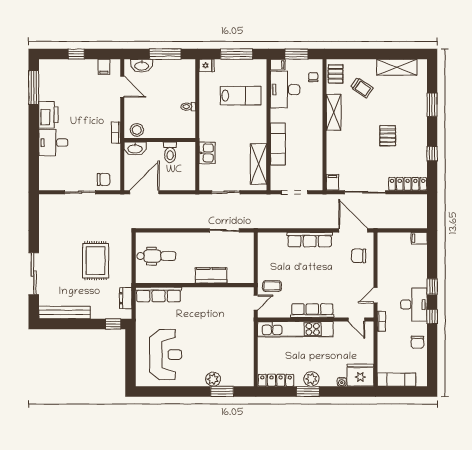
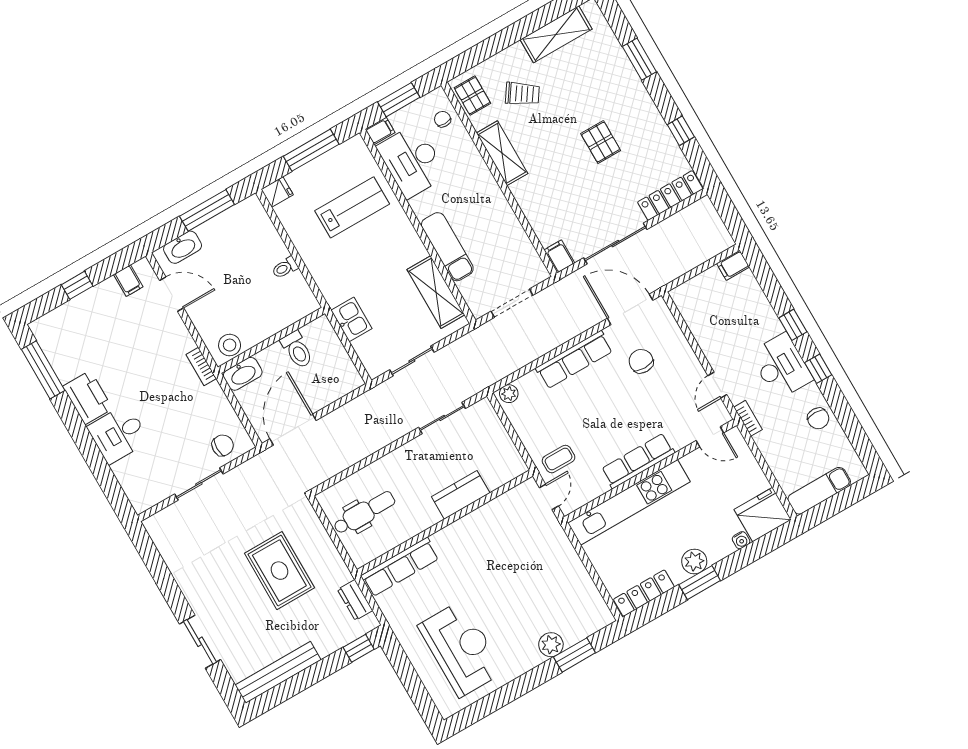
plant: (266, 238) -> (509, 394), added
chair: (359, 256) -> (641, 361), moved, turned 90
sliding door: (34, 274) -> (200, 642), width x0.73

